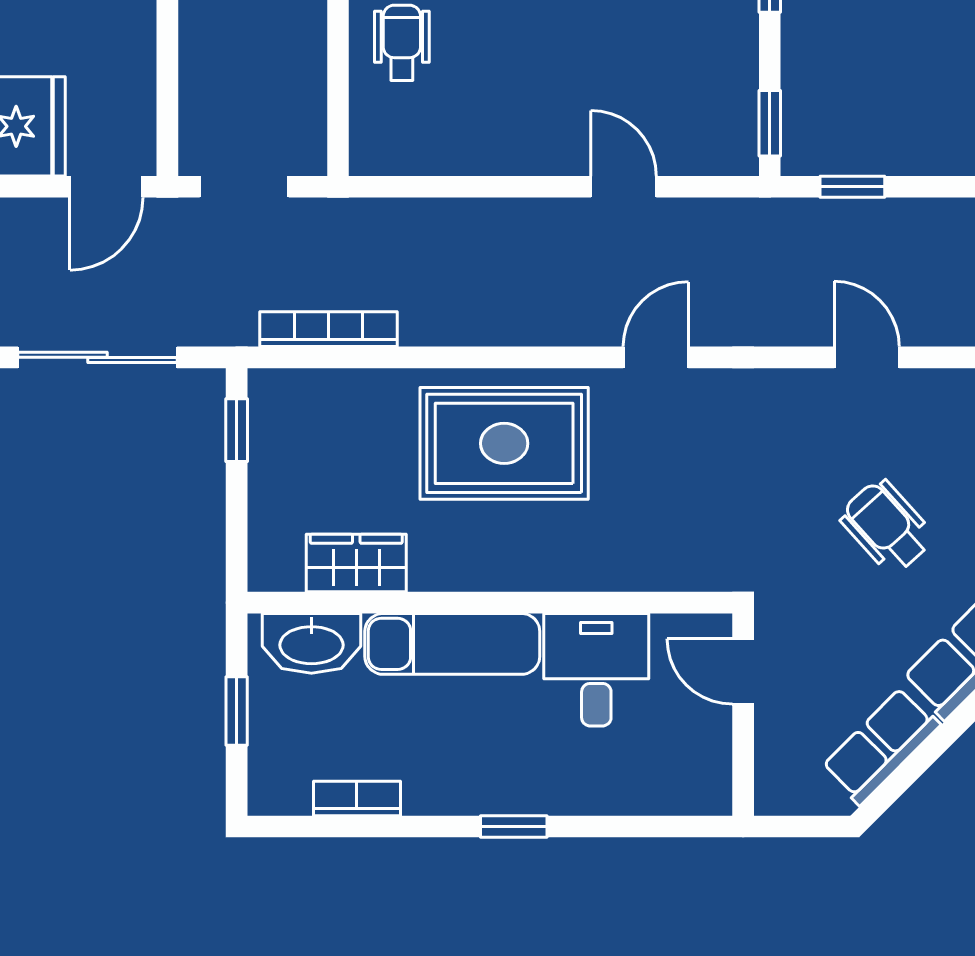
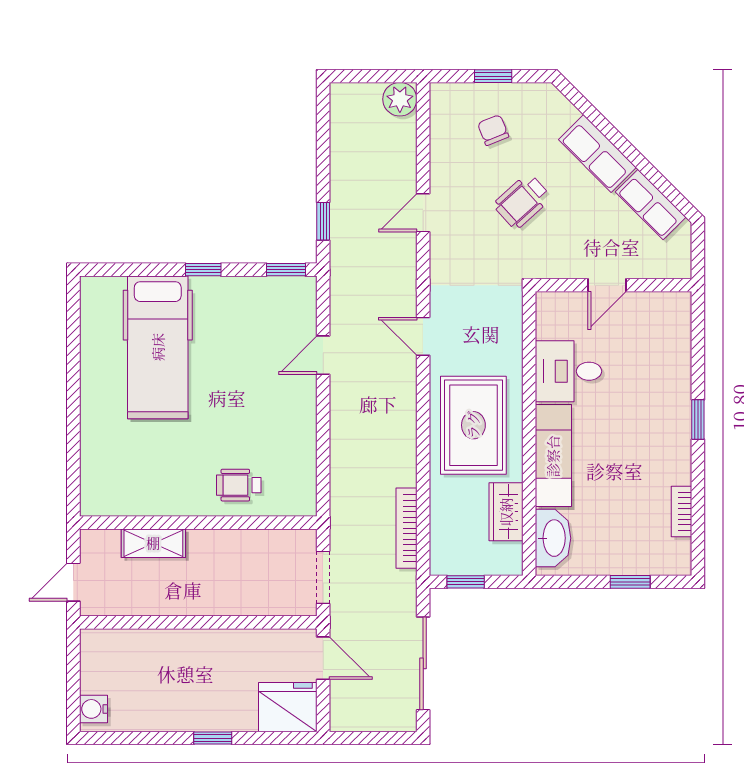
wardrobe: (356, 563) -> (506, 512), moved
wall: (490, 603) -> (529, 434), moved
washbasin: (311, 643) -> (553, 538), moved
exam couch: (452, 644) -> (553, 456), moved
desk: (596, 670) -> (569, 371), moved

